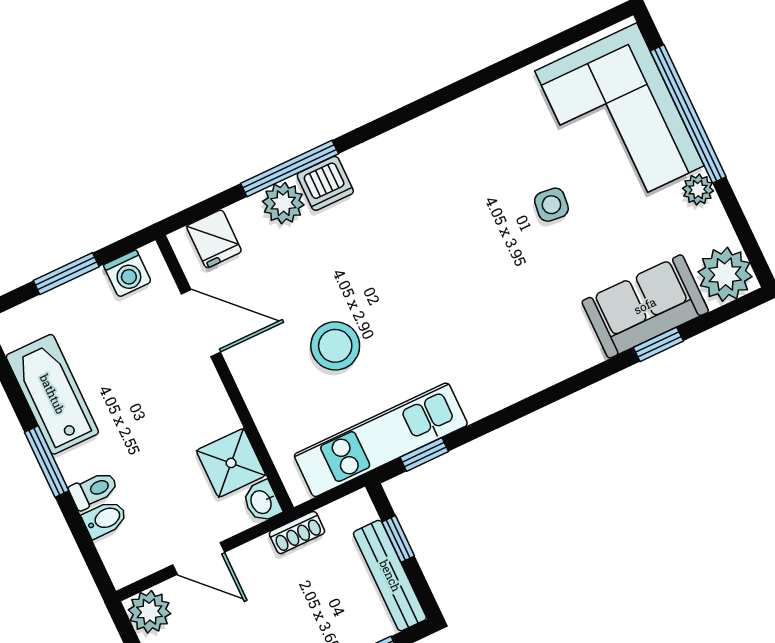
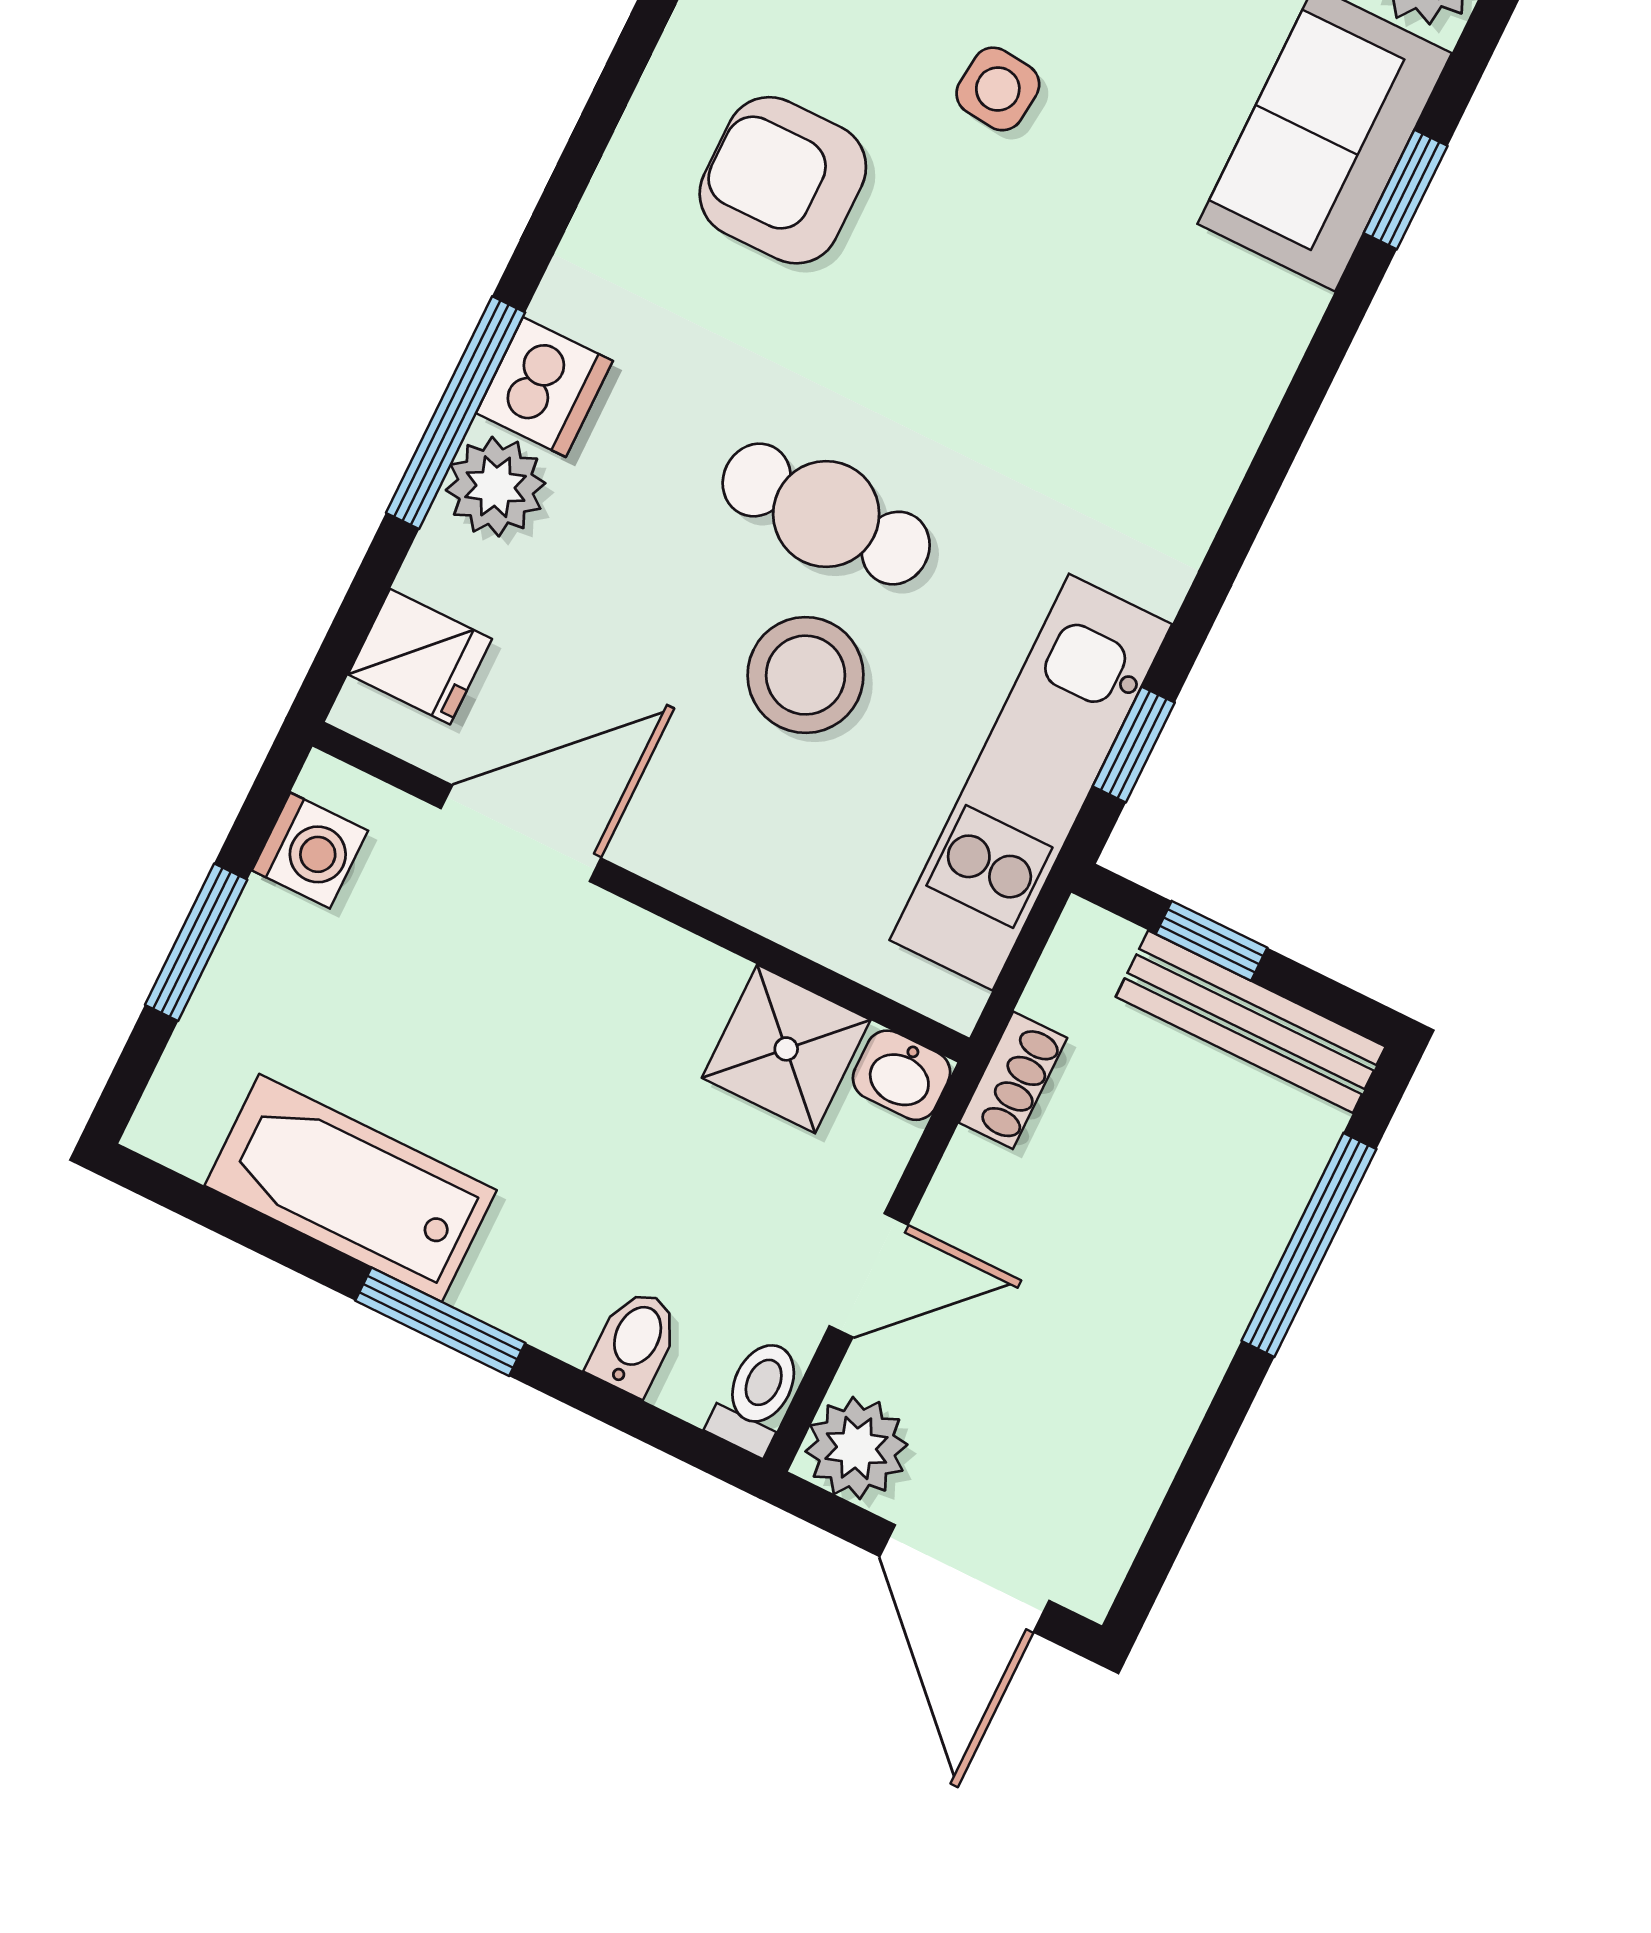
armchair: (457, 178) -> (783, 180), added
cafe table: (384, 299) -> (826, 514), added
toilet: (94, 490) -> (757, 1396), moved

